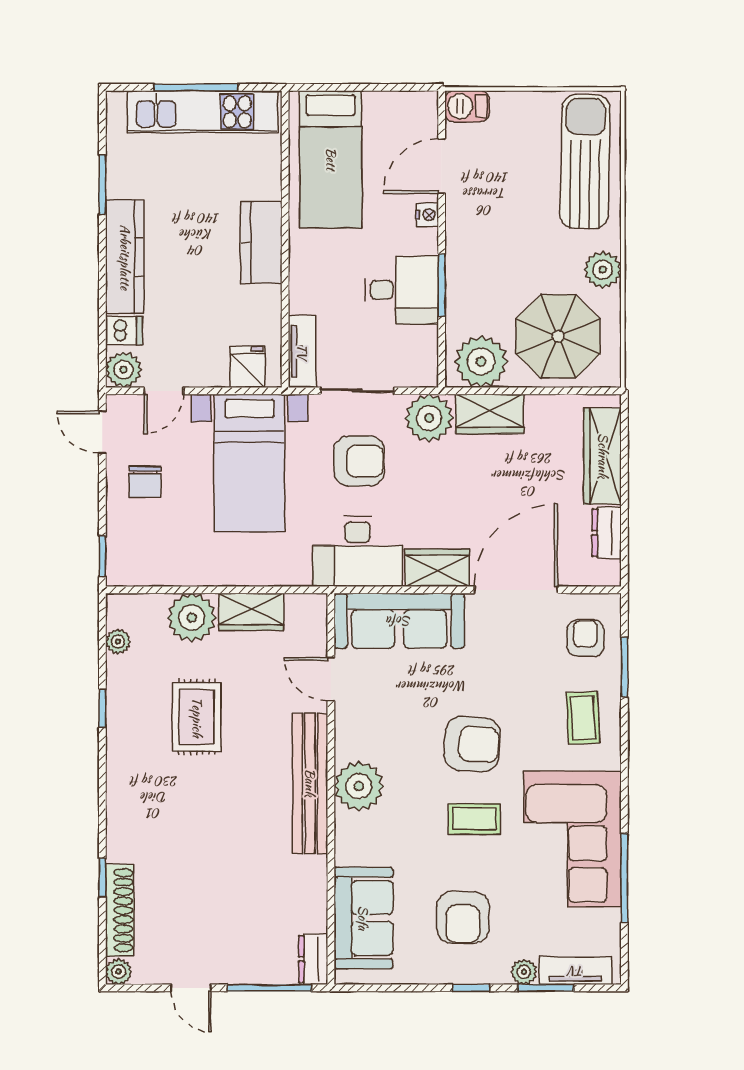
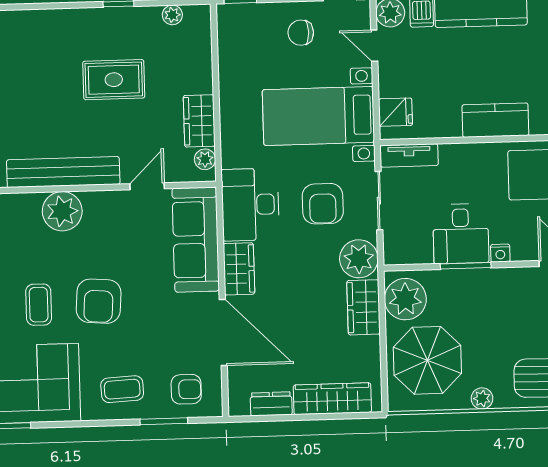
nightstand: (427, 215) -> (500, 253), moved
plant: (603, 270) -> (482, 398), width x0.73, depth x0.73
plant: (192, 618) -> (205, 159), moved, width x0.53, depth x0.53

